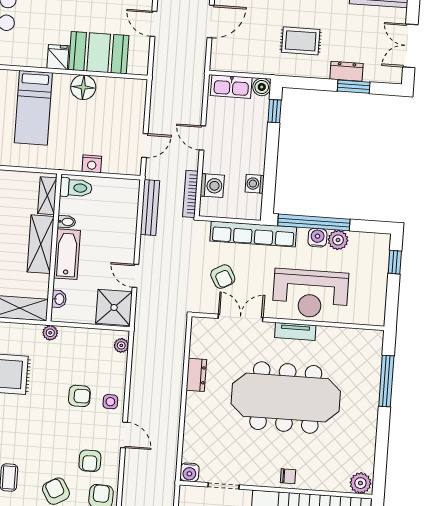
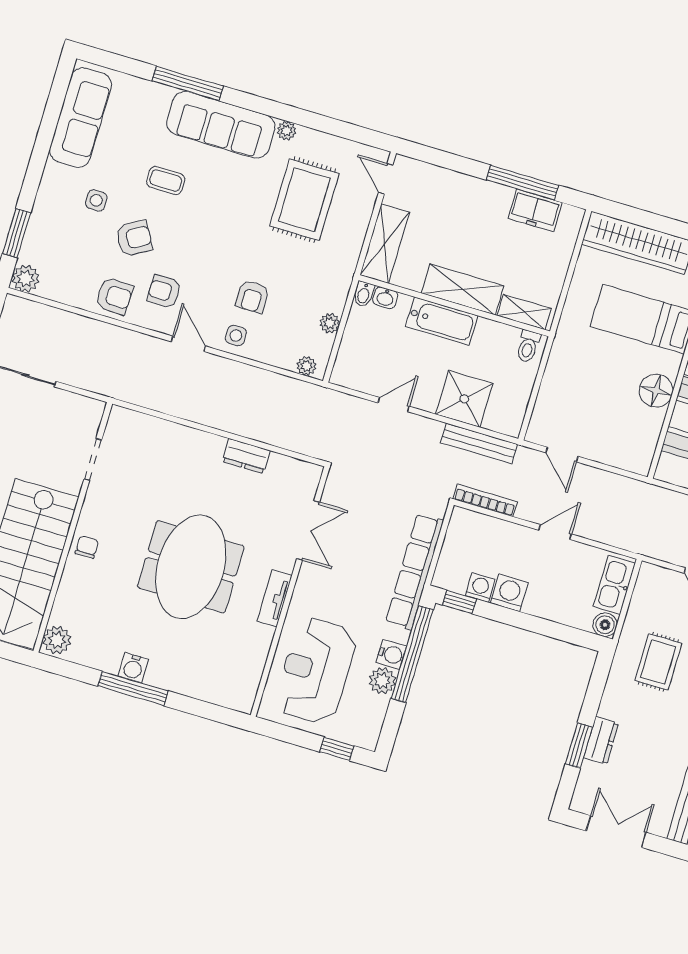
rug: (301, 41) -> (658, 662), moved
window: (275, 111) -> (460, 602), moved
nightstand: (92, 164) -> (553, 380), removed
washing machine: (212, 186) -> (509, 593), moved, turned 180
toilet: (76, 188) -> (528, 346), width x0.73, depth x0.72
bidet: (66, 222) -> (364, 294), moved
armchair: (223, 277) -> (368, 519), removed
reception desk: (310, 294) -> (316, 671), moved
shower: (114, 307) -> (464, 399), moved
plant: (50, 333) -> (330, 323), moved
window: (386, 381) -> (133, 688), moved
meeting table: (286, 397) -> (191, 567), width x0.73
door: (124, 435) -> (188, 344), swing flipped
water cooler: (189, 472) -> (133, 668), moved, turned -90
chair: (288, 476) -> (87, 547), turned 180

